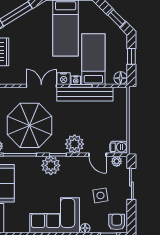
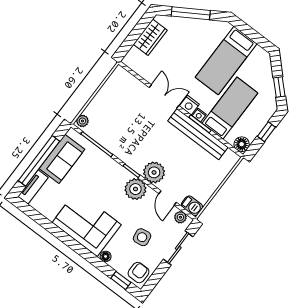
parasol: (29, 125) -> (126, 124), removed
plant: (51, 165) -> (135, 189), moved

